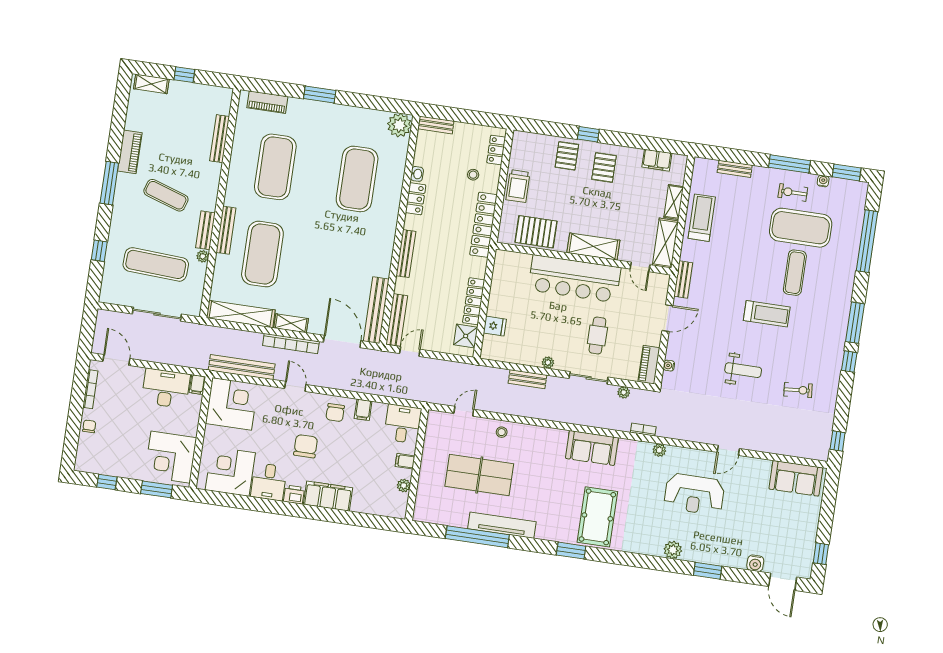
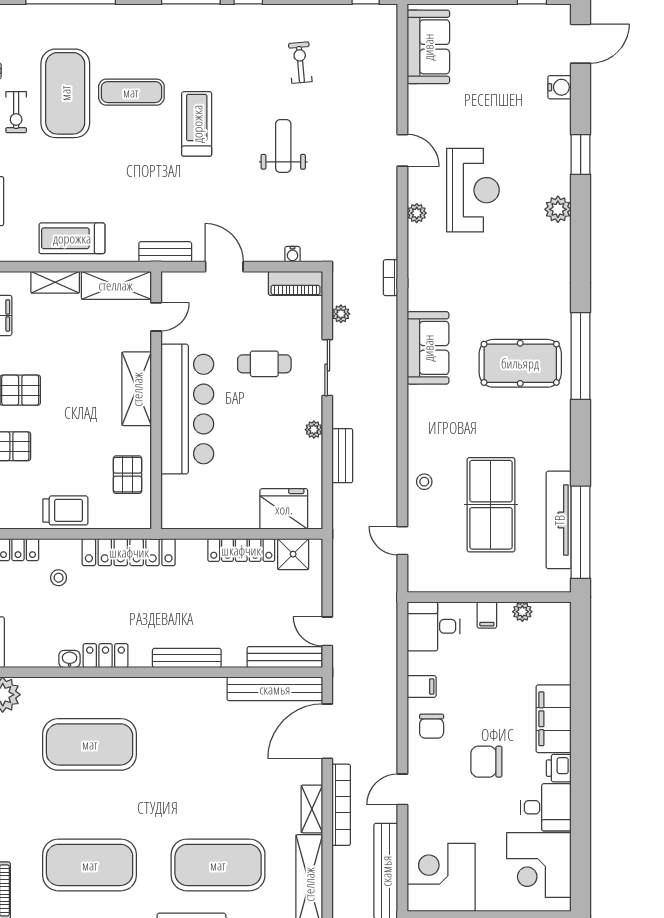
pallet: (536, 232) -> (128, 475), width x0.67, depth x0.71
fridge: (495, 326) -> (284, 509), width x1.88, depth x1.34
chair: (335, 413) -> (432, 726), turned 90
plant: (659, 450) -> (417, 213), moved
pool table: (597, 517) -> (520, 363), moved
tv unit: (502, 525) -> (559, 520), moved
window: (477, 537) -> (581, 532), moved
window: (571, 551) -> (581, 356), width x2.11

